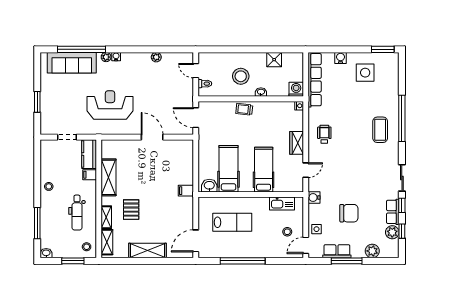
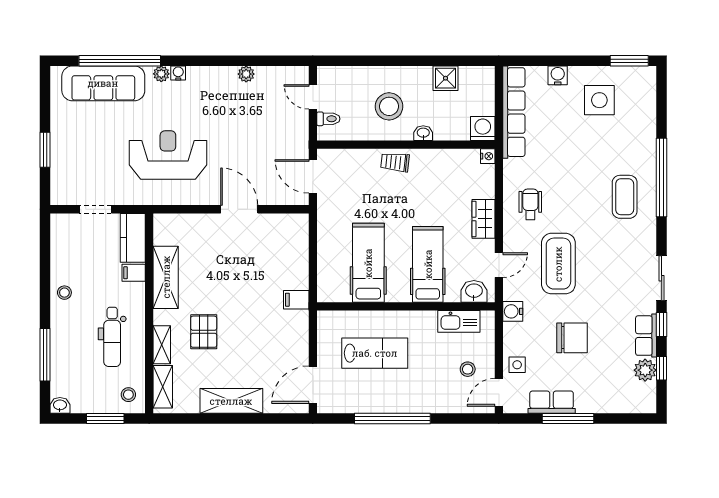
coffee table: (341, 169) -> (558, 264), added
washbasin: (209, 186) -> (474, 291), moved
plant: (372, 251) -> (611, 402), removed

